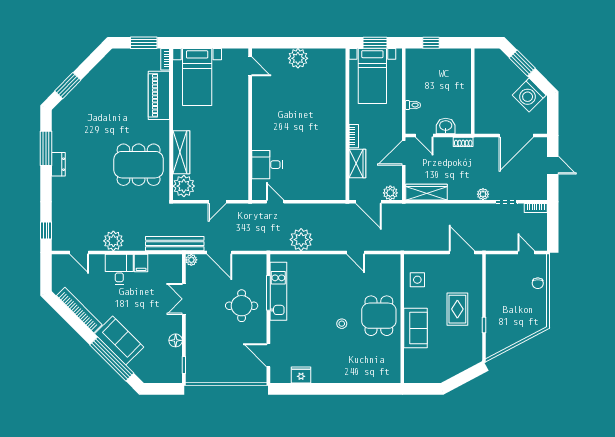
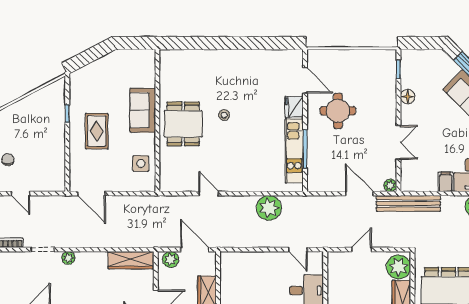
round table: (242, 306) -> (338, 111), moved
fridge: (301, 375) -> (294, 107), moved, turned 90

